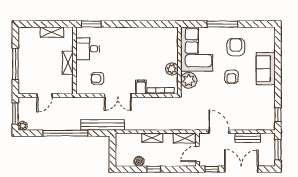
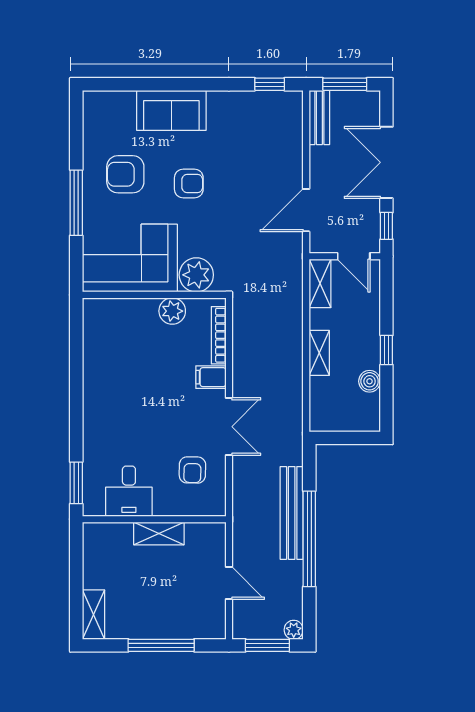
shelving: (52, 32) -> (93, 615), moved
bench: (103, 125) -> (292, 513), moved
bench: (248, 138) -> (319, 117), moved

